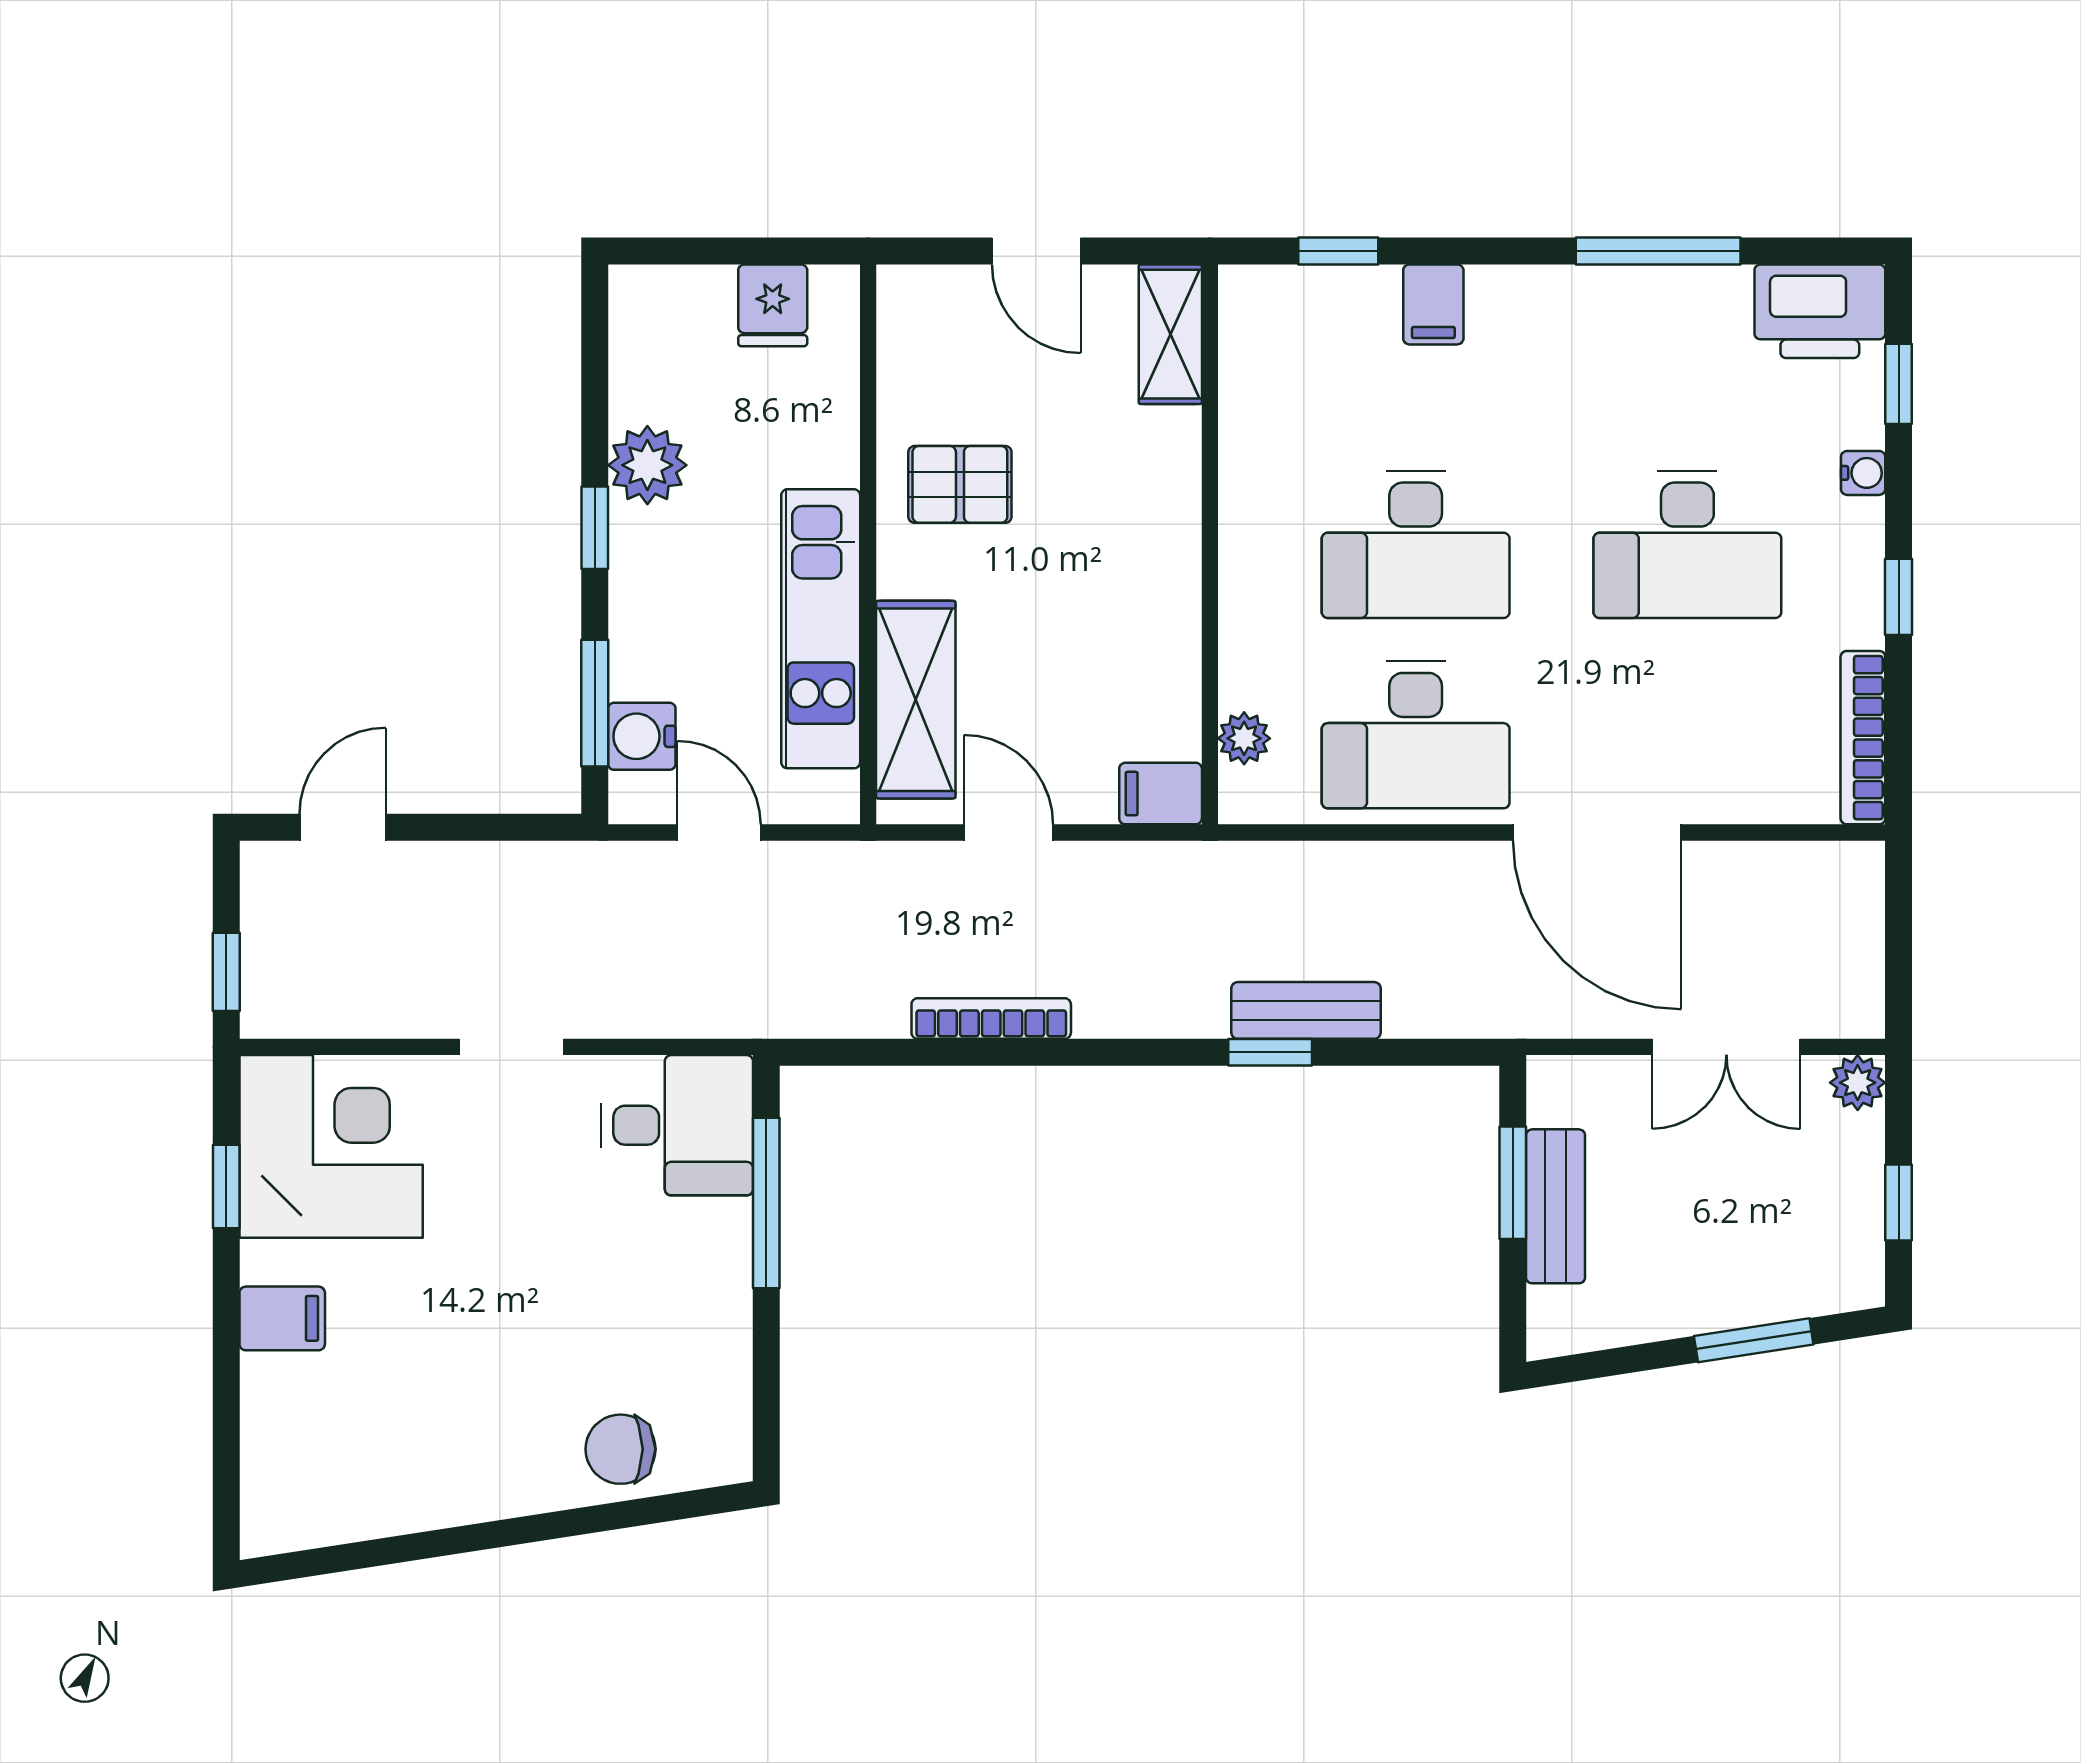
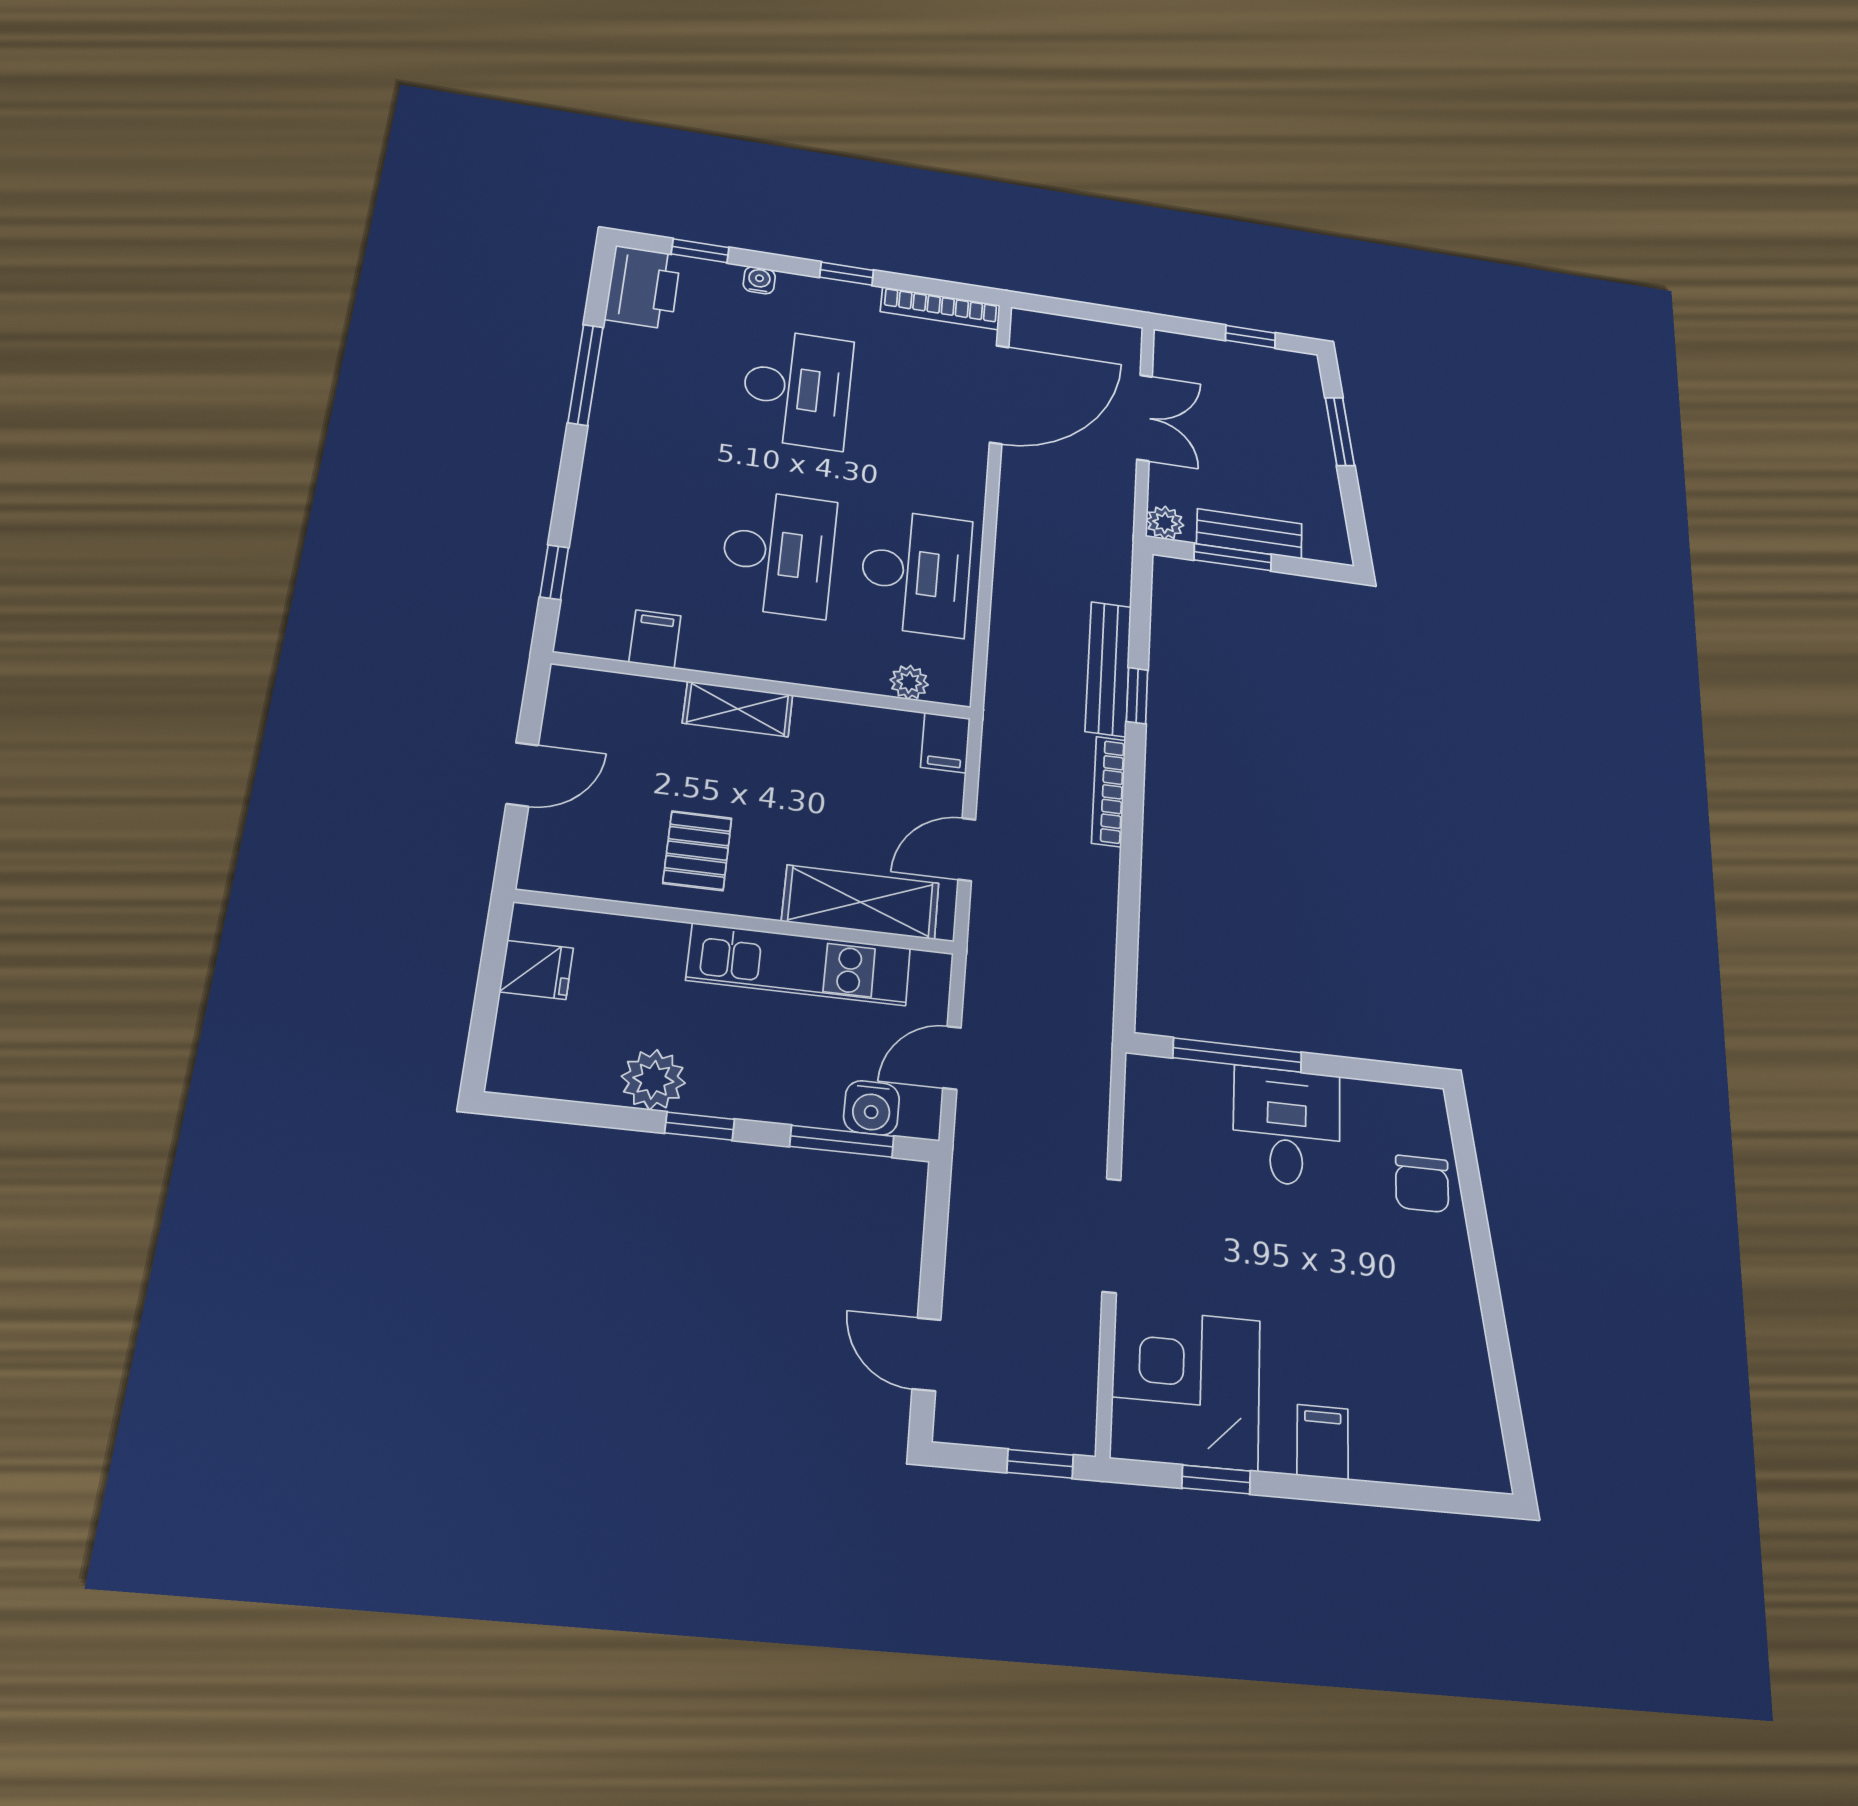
filing cabinet: (1433, 304) -> (655, 639), moved, turned -90
shelving: (1170, 334) -> (738, 709), moved
door: (1597, 833) -> (999, 394), moved
bench: (1306, 1010) -> (1108, 669), width x1.36
bookcase: (991, 1019) -> (1109, 791), moved
doorway: (511, 1047) -> (1111, 1235), width x1.38
plant: (1858, 1083) -> (1165, 523), moved
desk: (677, 1125) -> (1287, 1127), moved

